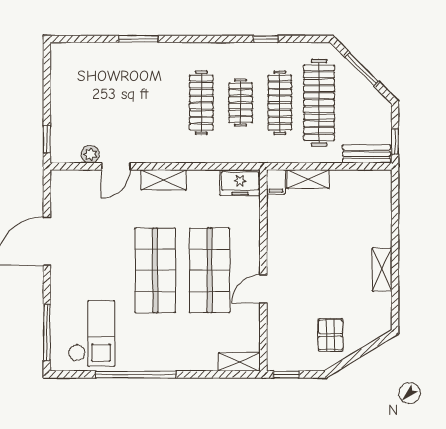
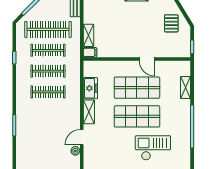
clothes rail: (241, 103) -> (48, 71), width x1.36
door: (116, 166) -> (82, 137), swing flipped
freezer: (240, 183) -> (90, 88), moved
checkout: (92, 333) -> (153, 148), moved
pallet: (331, 335) -> (171, 23), turned 90
shelving: (239, 362) -> (186, 87), moved

